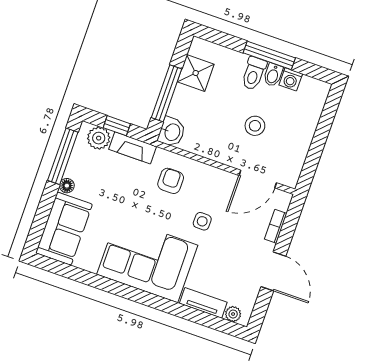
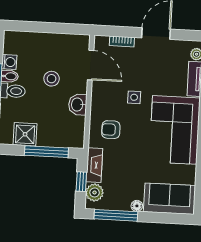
washbasin: (172, 132) -> (78, 105), moved, turned -90

